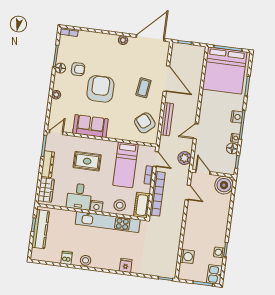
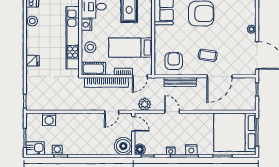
armchair: (145, 123) -> (174, 61), turned -50
floor lamp: (232, 148) -> (140, 149), moved
door: (203, 172) -> (133, 124), hinge flipped

